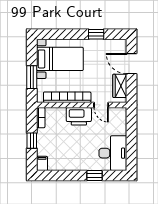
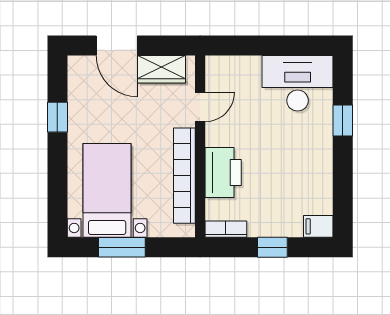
door: (132, 64) -> (117, 46), hinge flipped
window: (32, 77) -> (122, 247), moved
printer: (79, 116) -> (223, 172), moved

